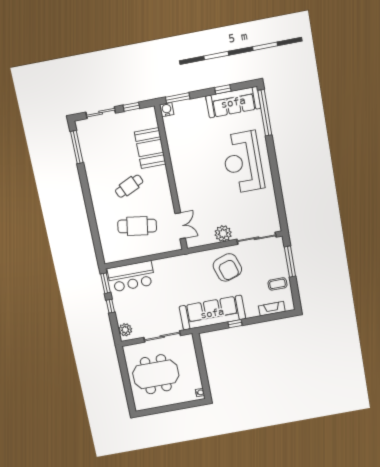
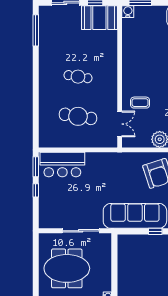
booth: (150, 148) -> (99, 18), moved, turned 90
cafe table: (129, 186) -> (78, 77), turned 33
coffee table: (197, 201) -> (140, 103), added
plant: (125, 330) -> (46, 217), removed

